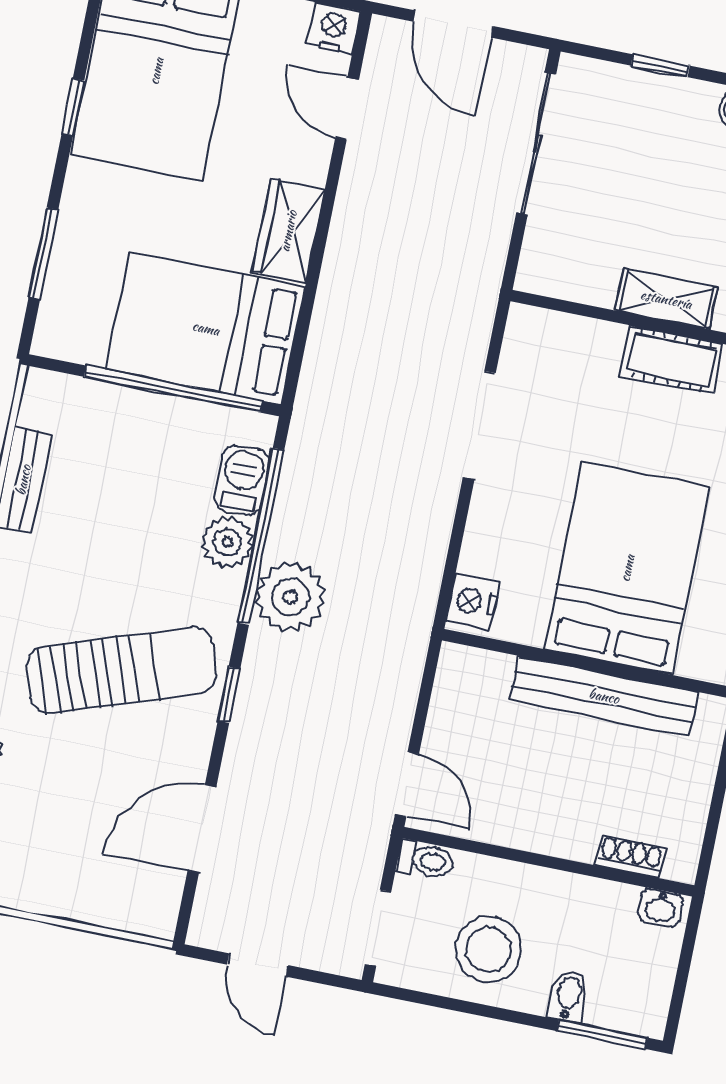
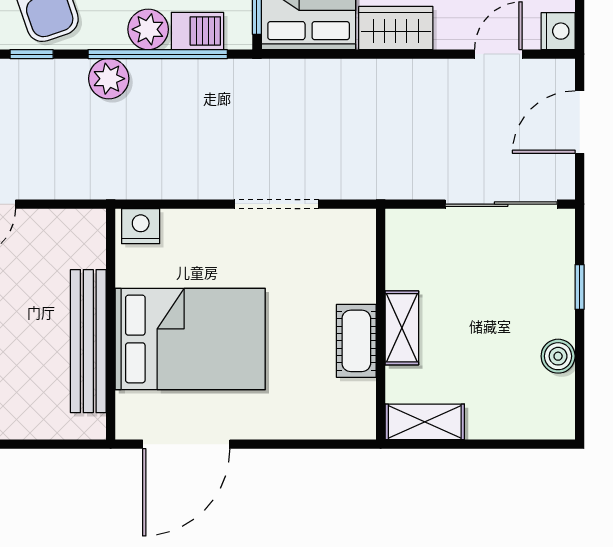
plant: (290, 597) -> (109, 79), width x0.73, depth x0.73

